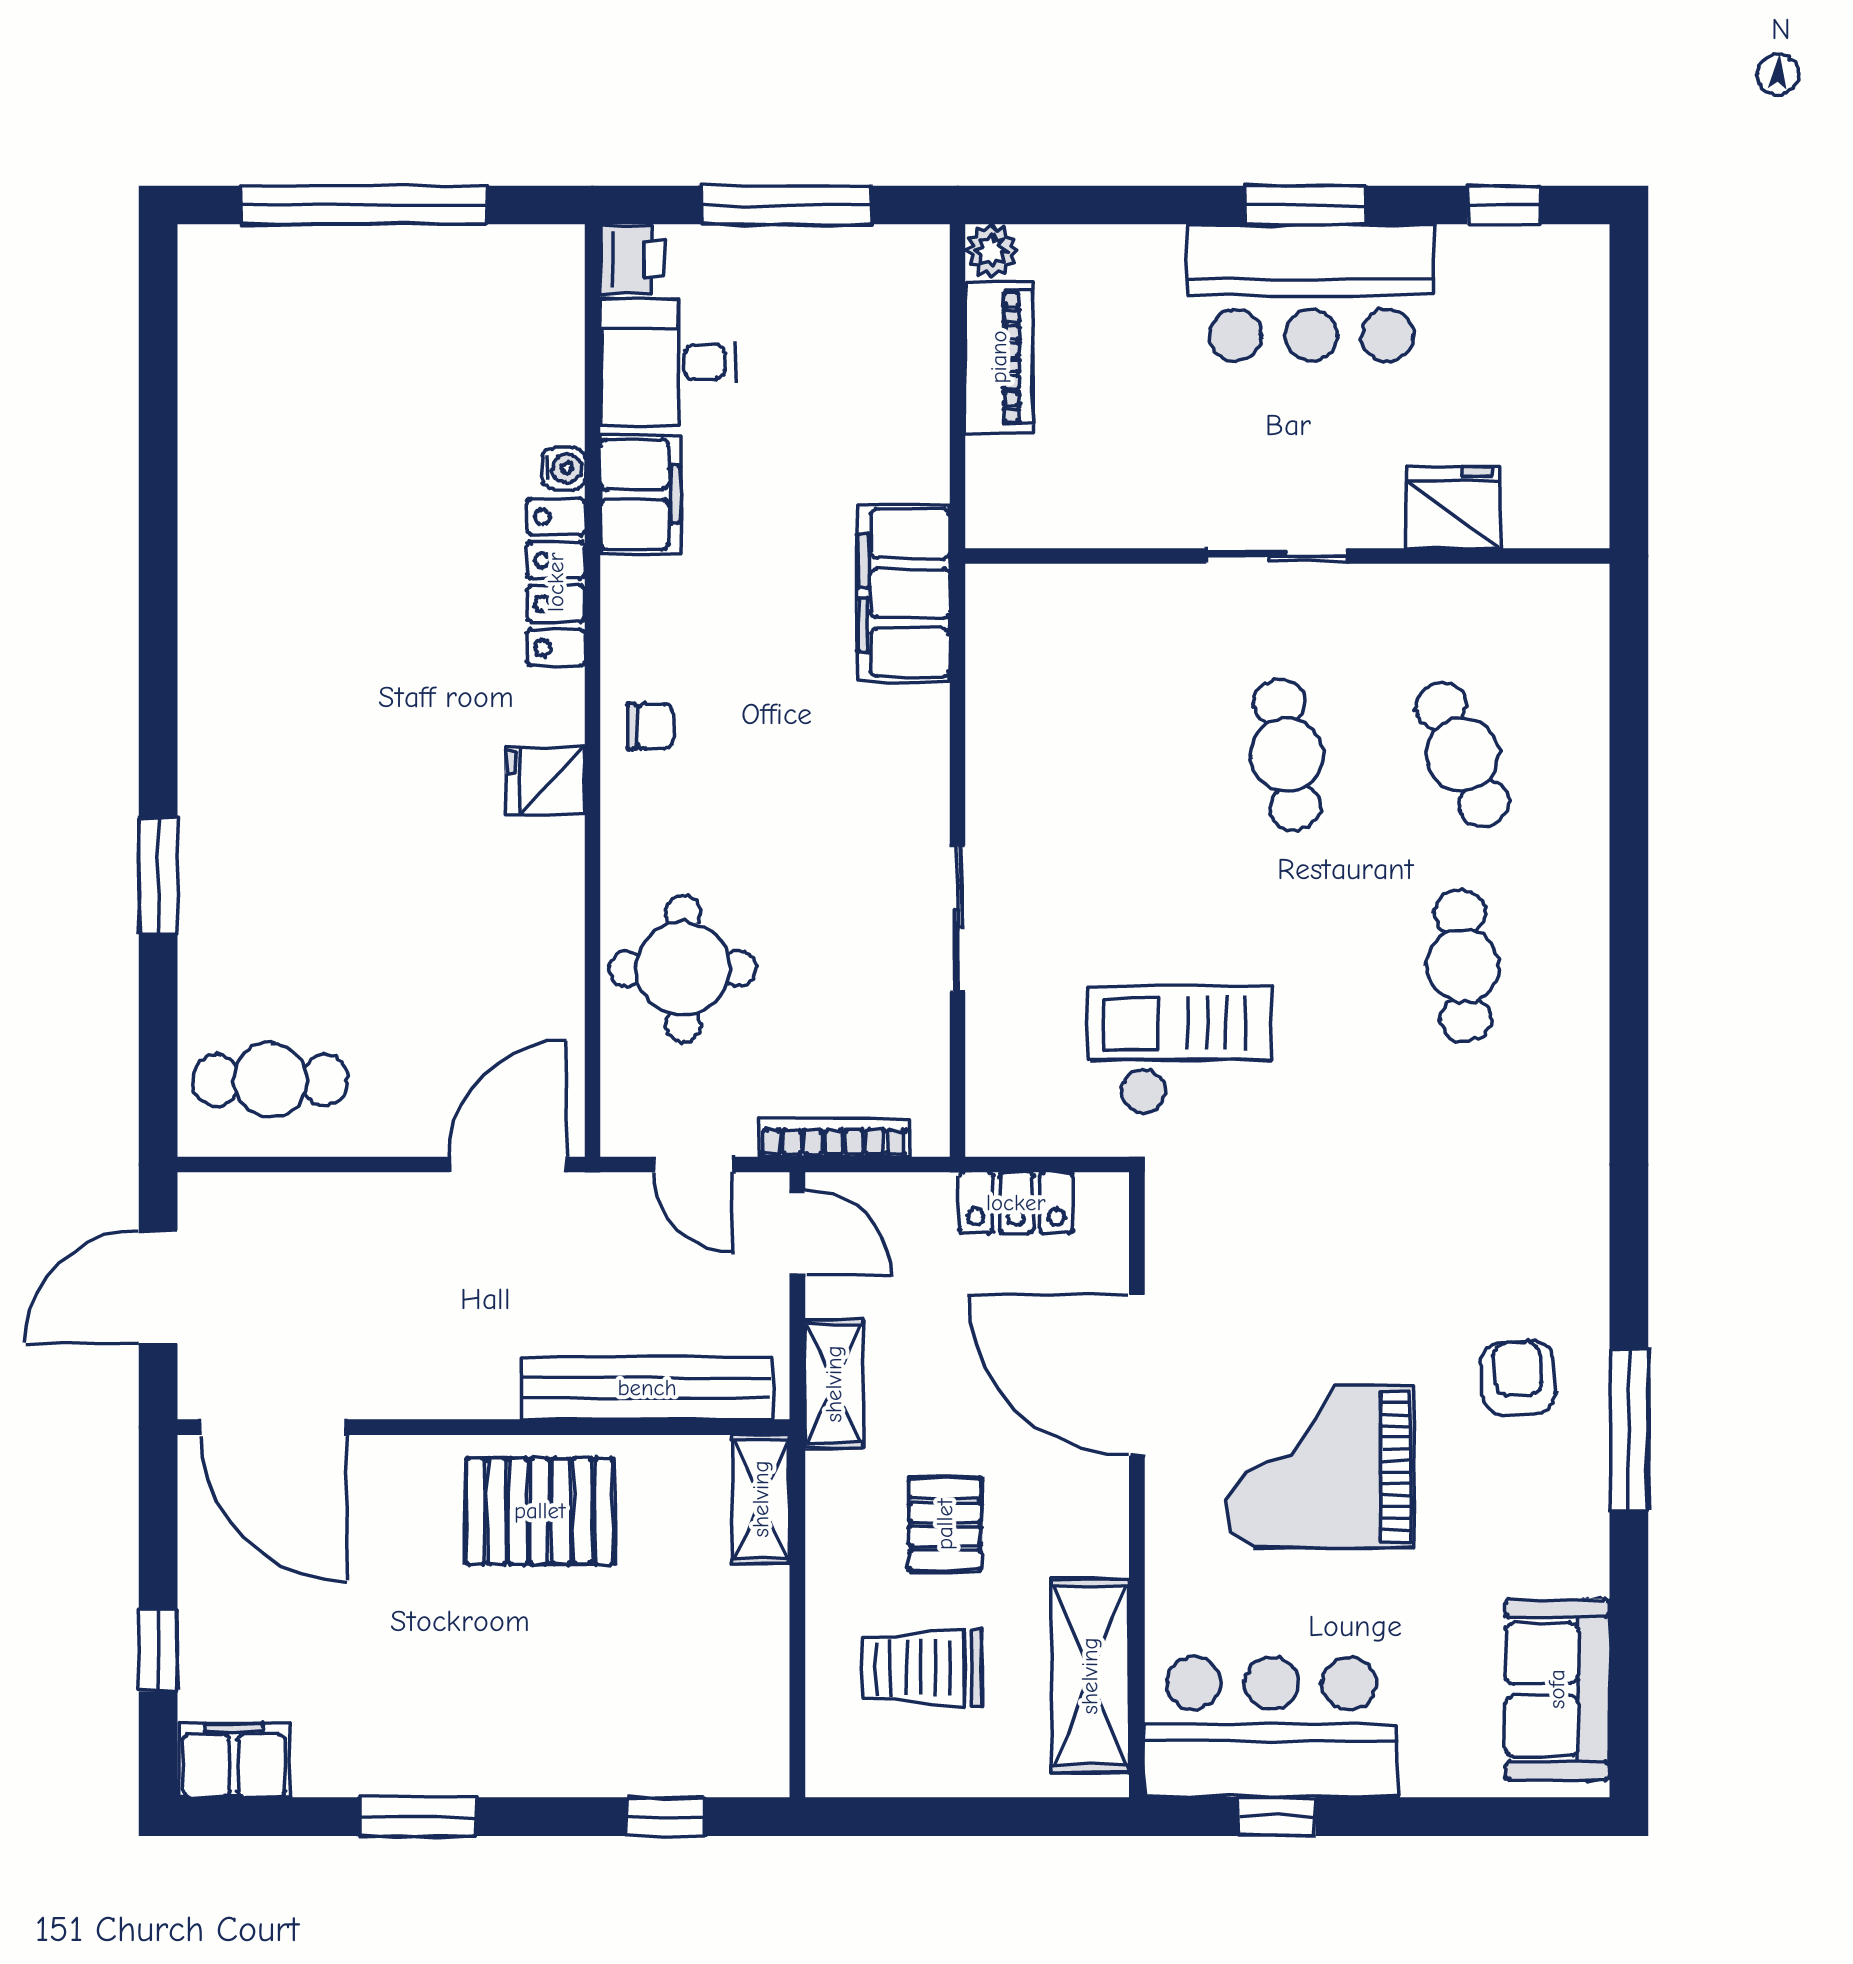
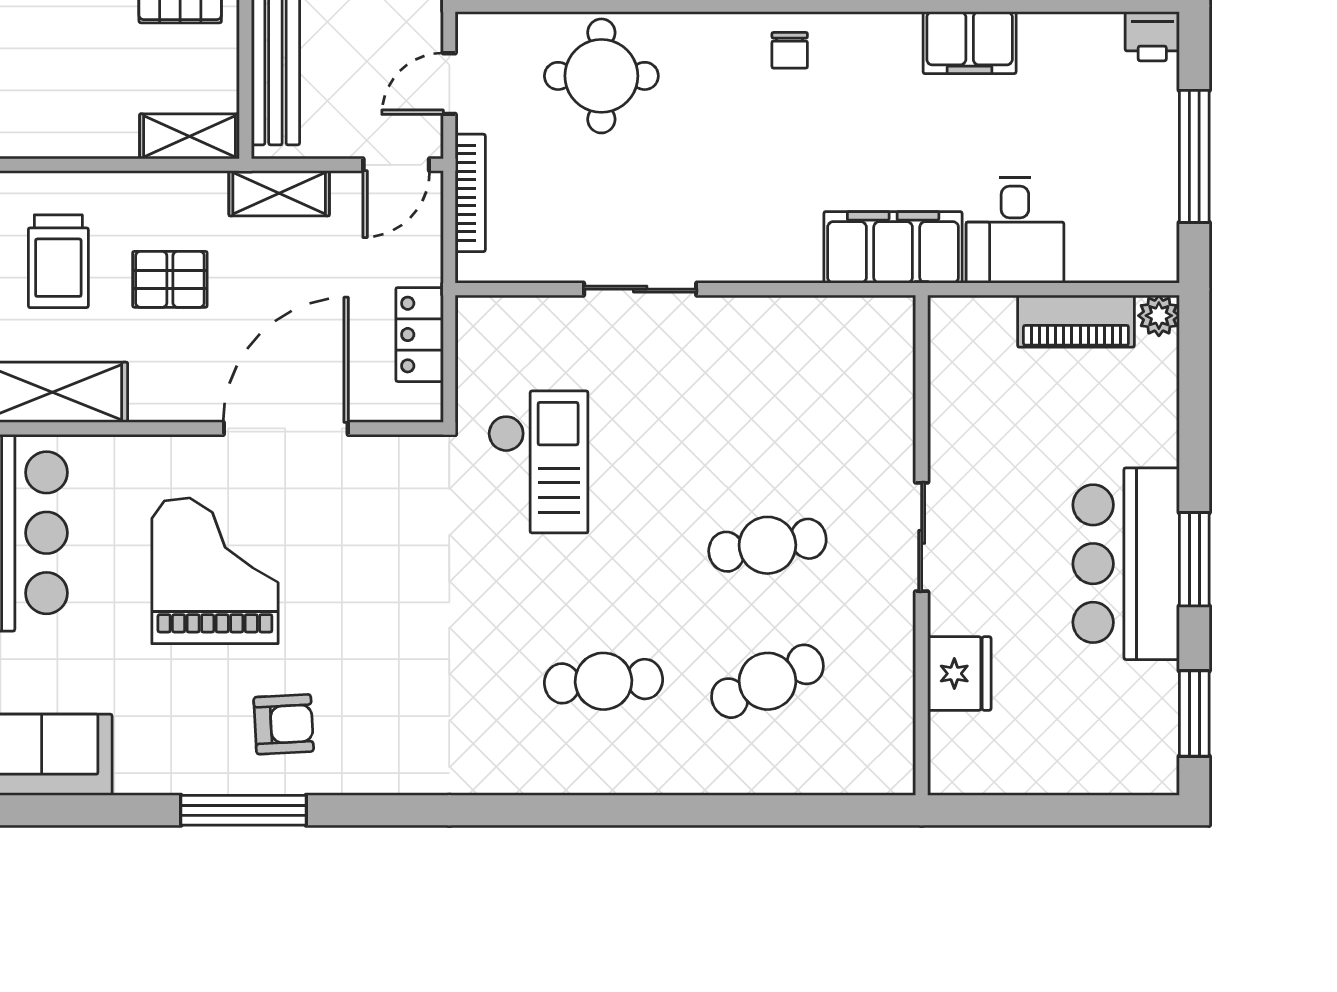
window: (1504, 205) -> (1194, 714), width x1.50
desk: (668, 362) -> (1015, 230), moved, turned 180
trolley: (922, 1668) -> (58, 261), turned 180

